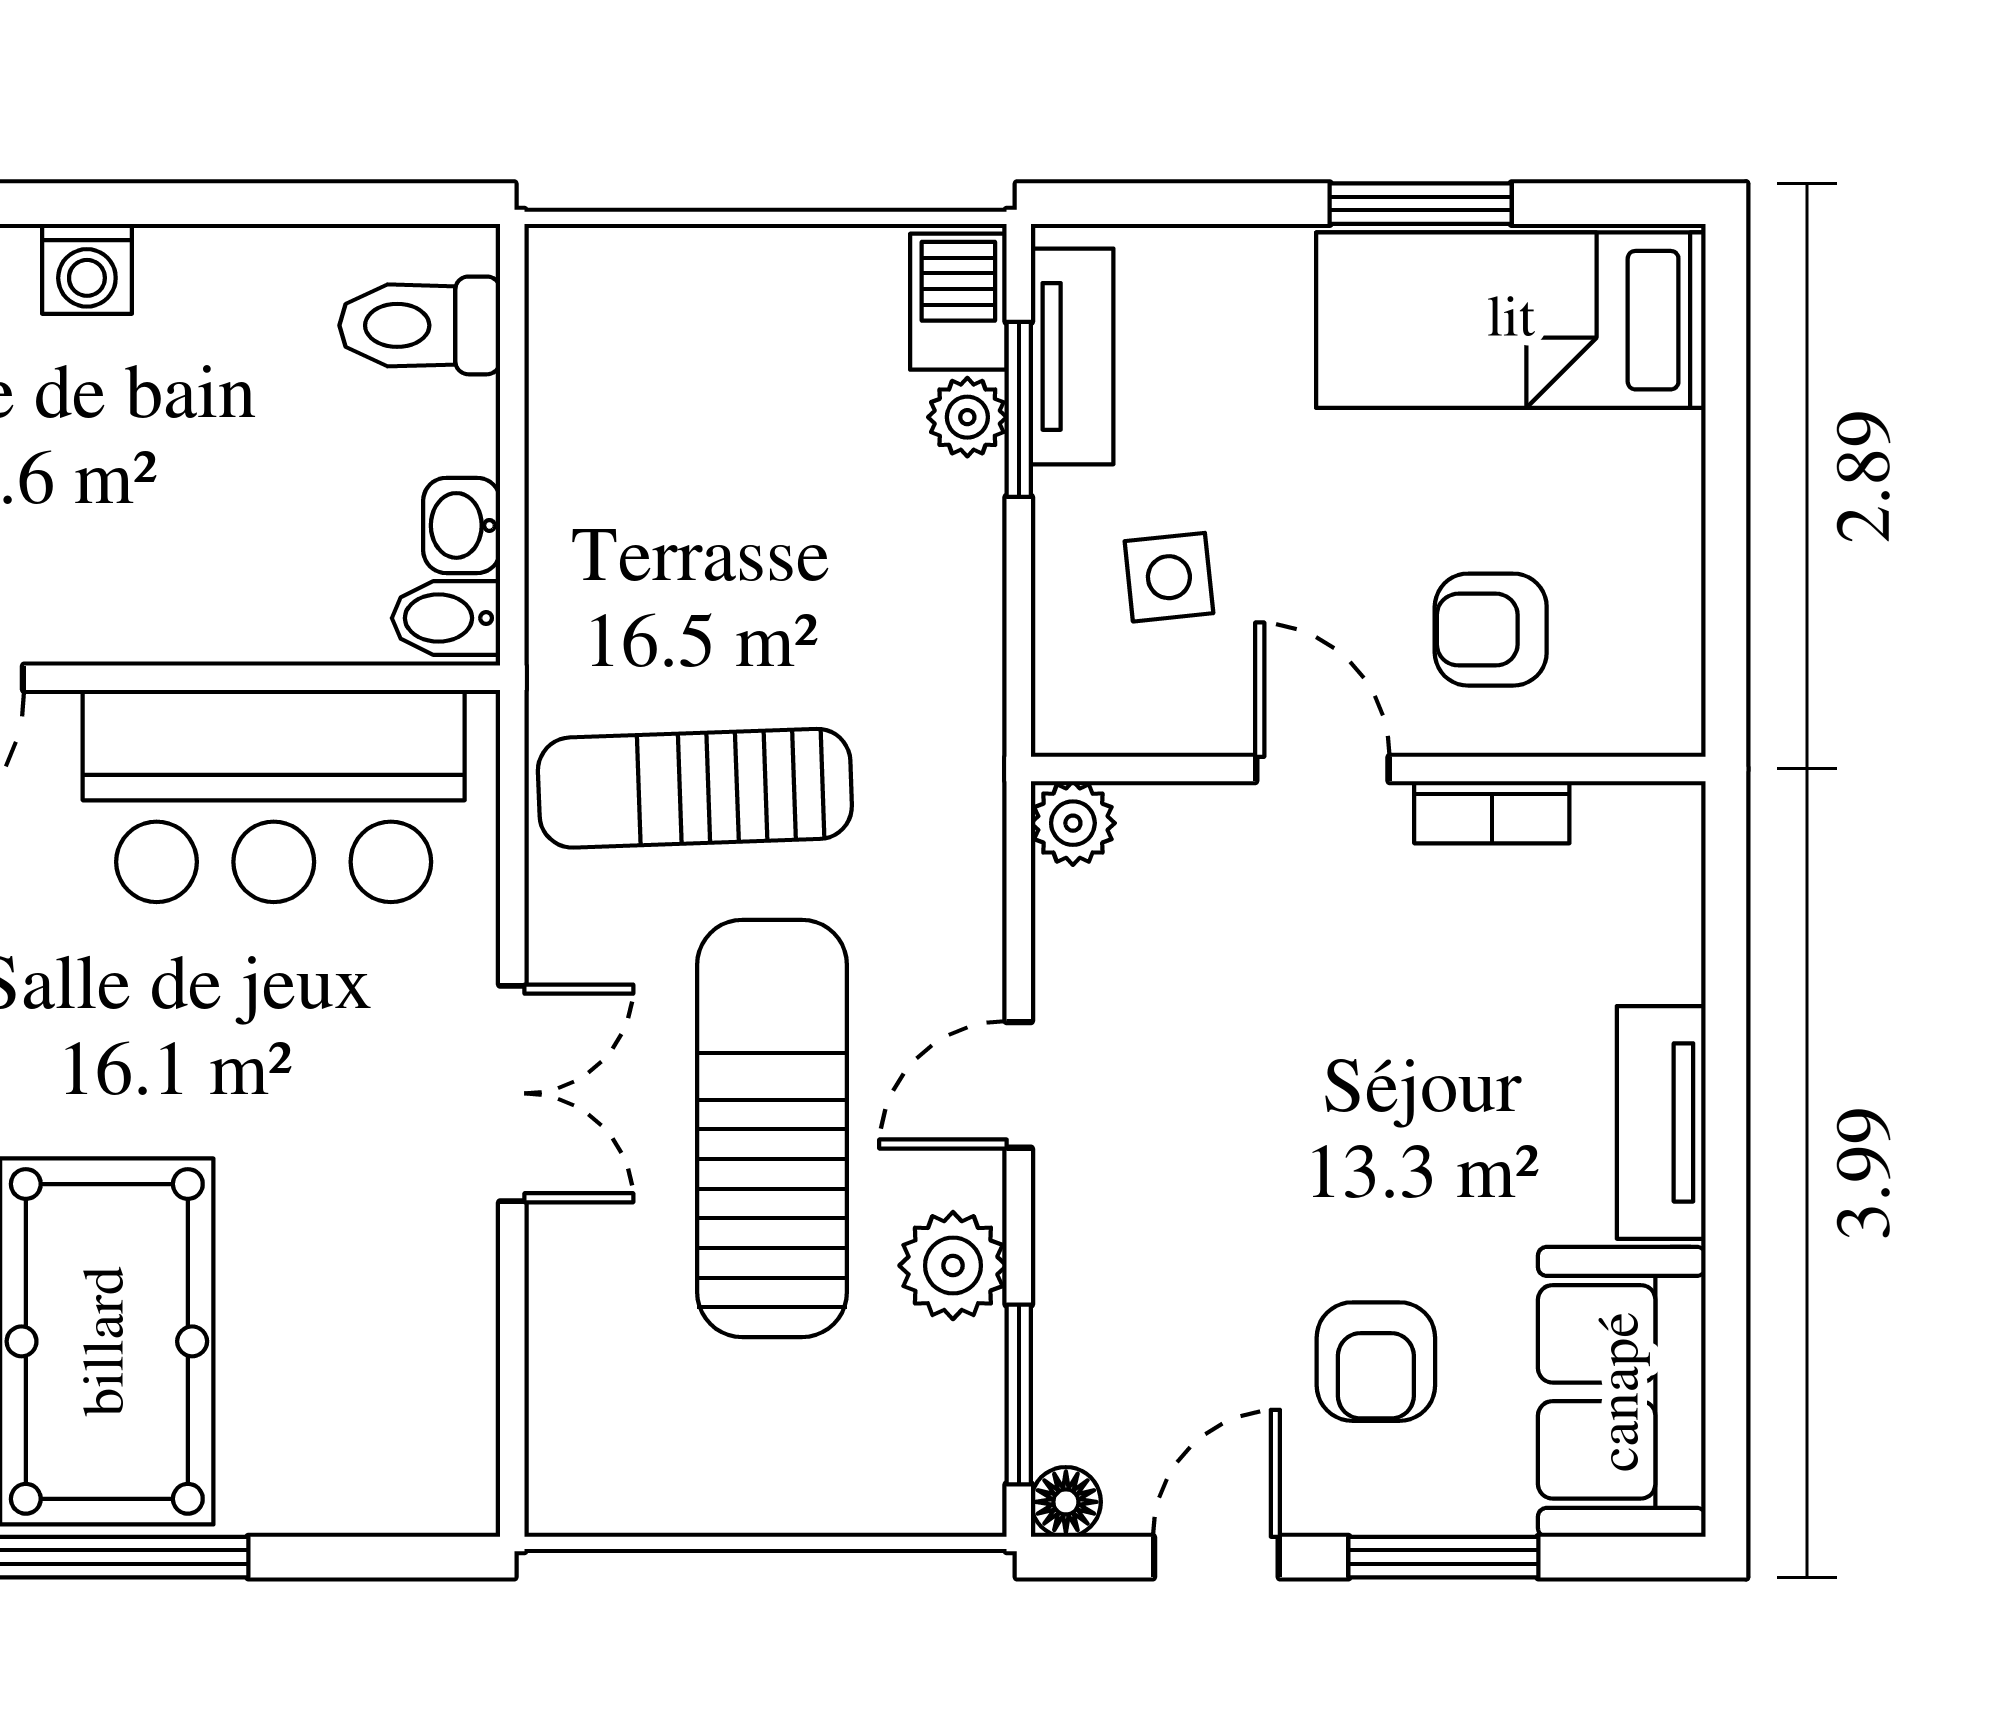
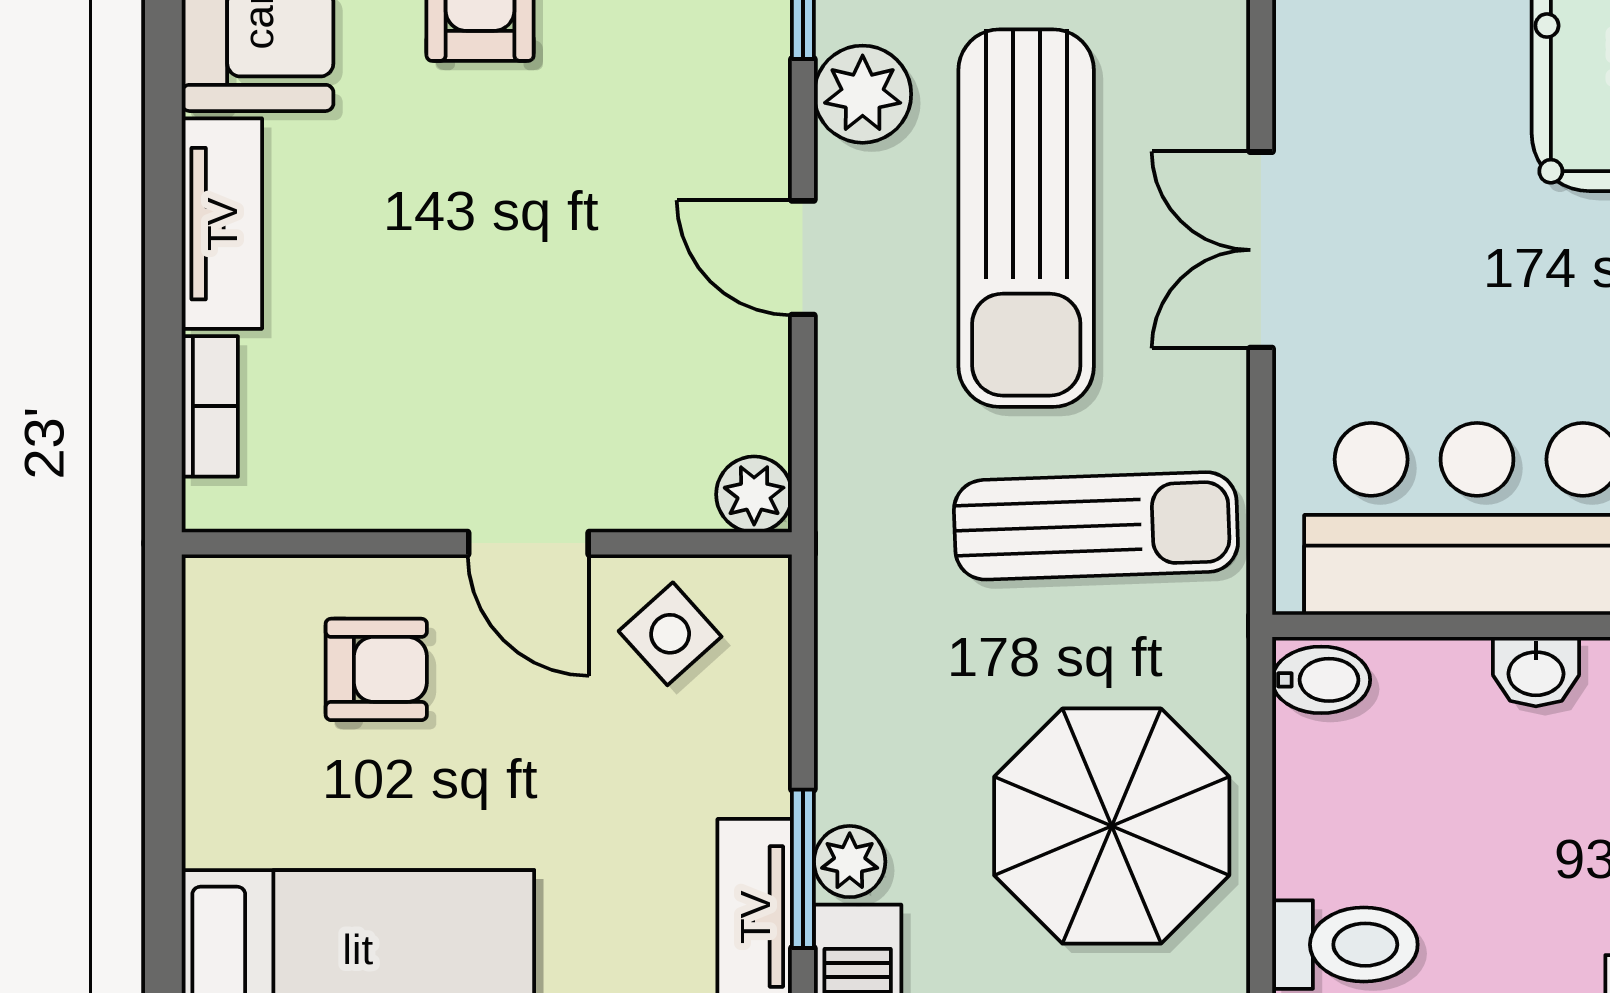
parasol: (678, 456) -> (1112, 826), added
washbasin: (462, 525) -> (1536, 672), moved, turned 90
side table: (1169, 577) -> (670, 634), moved, turned -36
bookcase: (1492, 812) -> (210, 406), moved, turned 90
door: (1019, 1085) -> (803, 258), swing flipped

